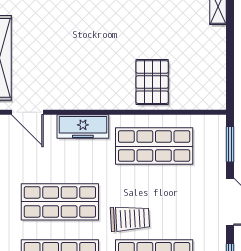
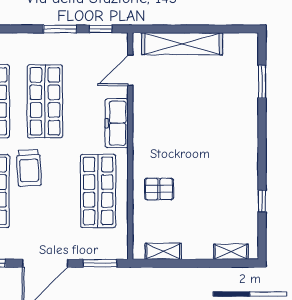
shelving: (218, 78) -> (163, 251), added
pallet: (152, 82) -> (159, 189), width x0.67, depth x0.71

